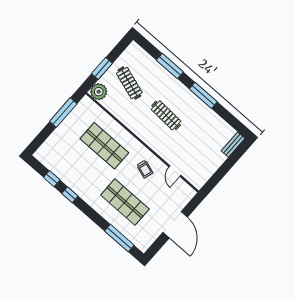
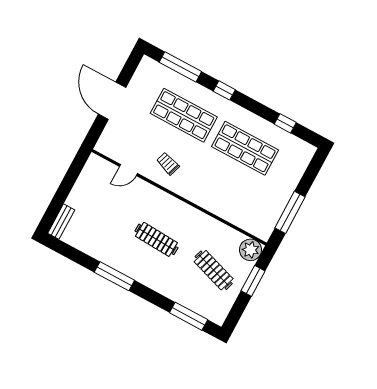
window: (170, 66) -> (189, 316), moved
shop shelf: (104, 146) -> (245, 148), moved
door: (175, 171) -> (128, 170), swing flipped
window: (70, 195) -> (224, 90), moved

